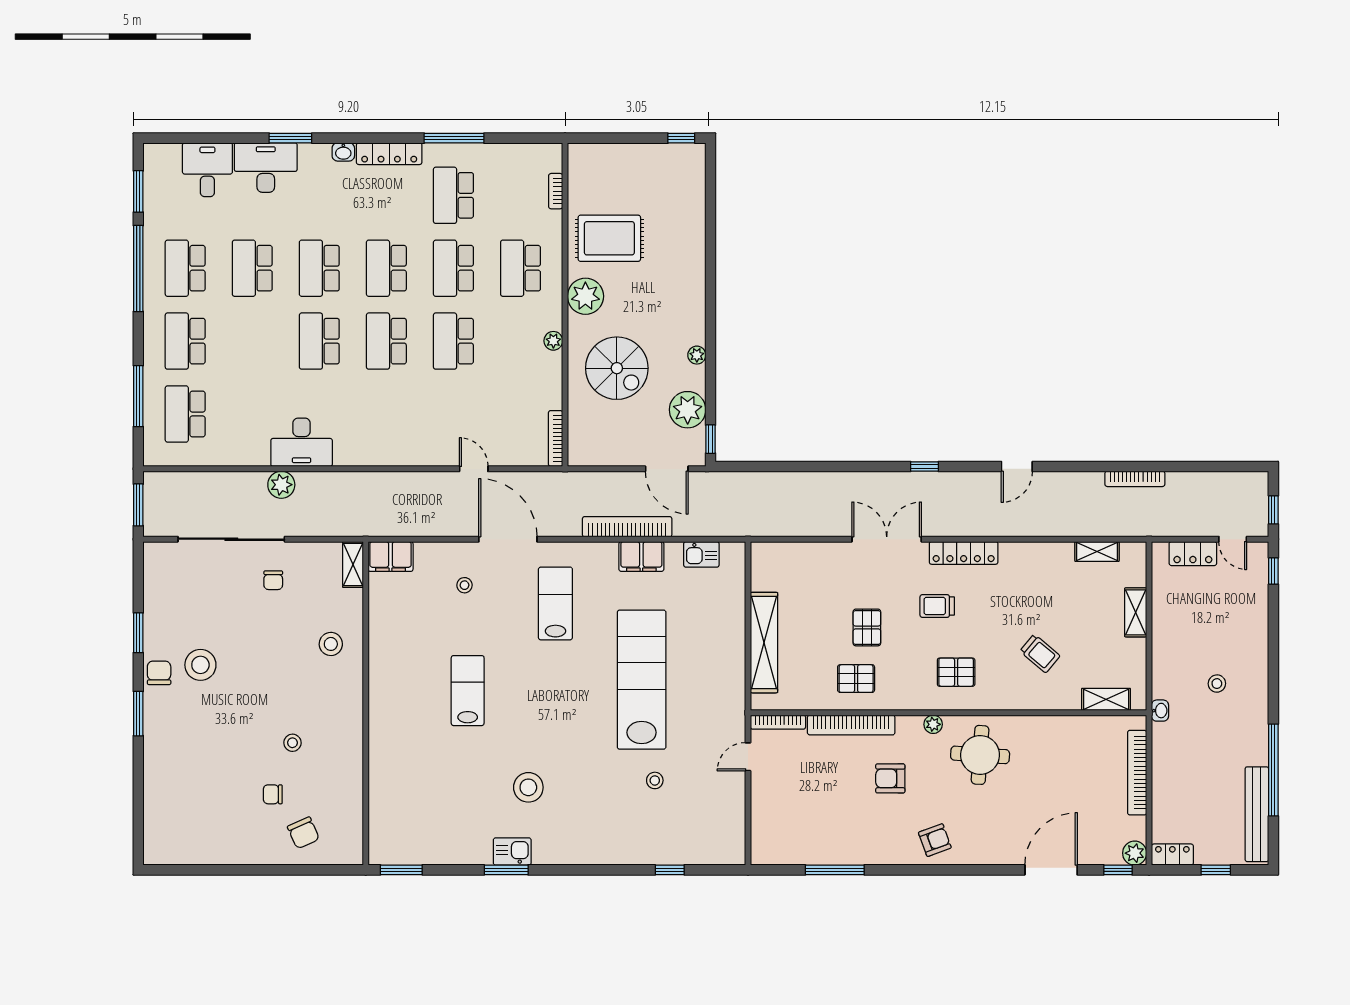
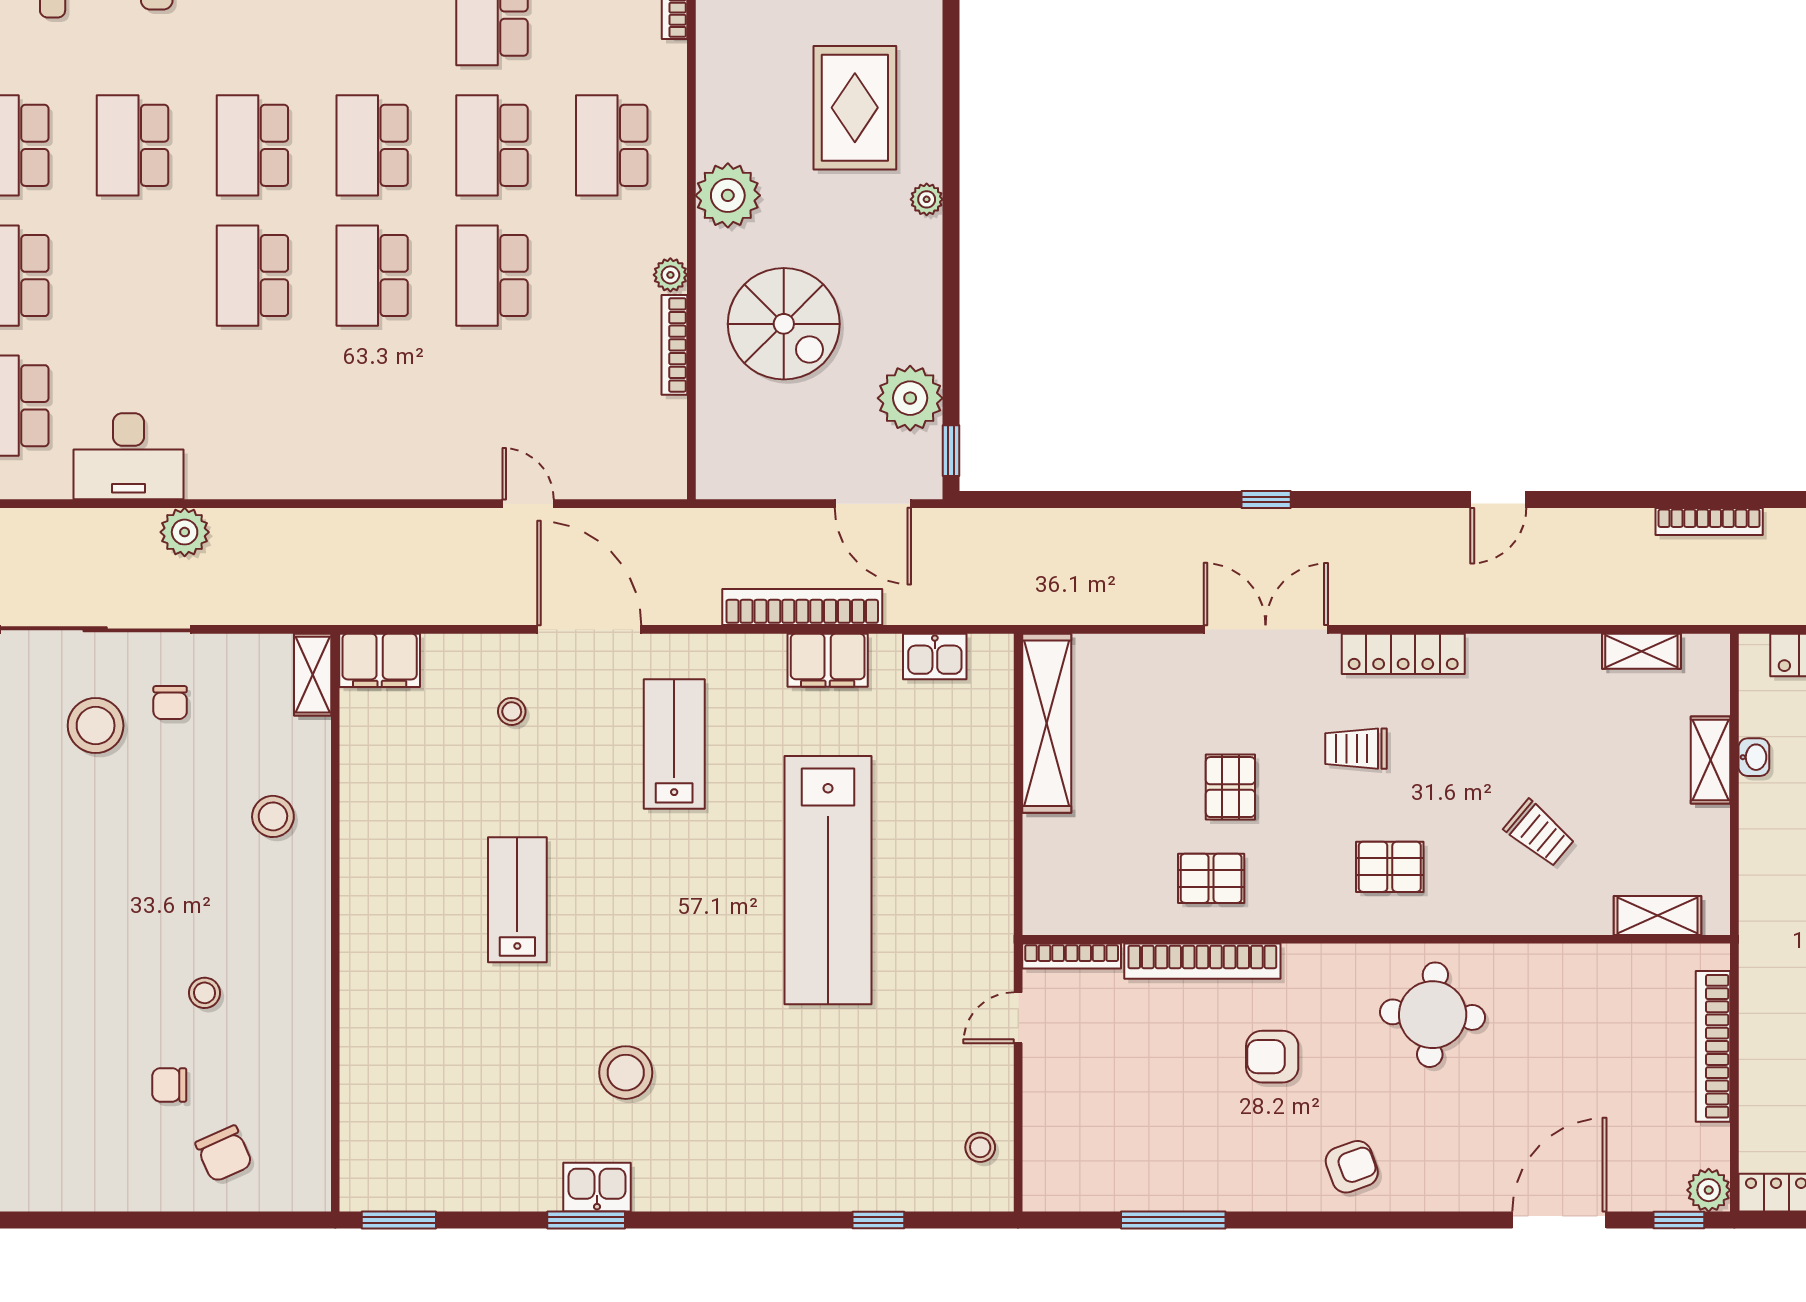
rug: (609, 238) -> (855, 108), moved, turned 90
plant: (697, 355) -> (927, 199), moved
bookcase: (556, 439) -> (674, 345), moved
desk: (302, 442) -> (128, 456), moved
window: (924, 466) -> (1266, 499), moved
shelving: (764, 643) -> (1047, 723), moved
stool: (200, 665) -> (96, 726), moved
lab bench: (642, 680) -> (828, 880), turned 180
washbasin: (1160, 711) -> (1754, 757), moved
plant: (933, 724) -> (1349, 960), removed
stool: (655, 780) -> (980, 1147), moved

